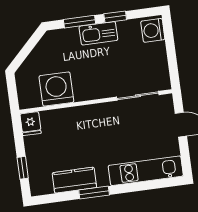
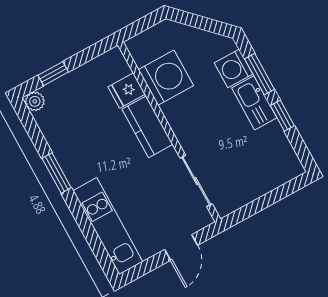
washing machine: (153, 30) -> (234, 68), moved, turned -90
fridge: (31, 124) -> (127, 91), moved
kitchen counter: (74, 180) -> (147, 127), moved, turned 180
plant: (37, 188) -> (35, 101), added

